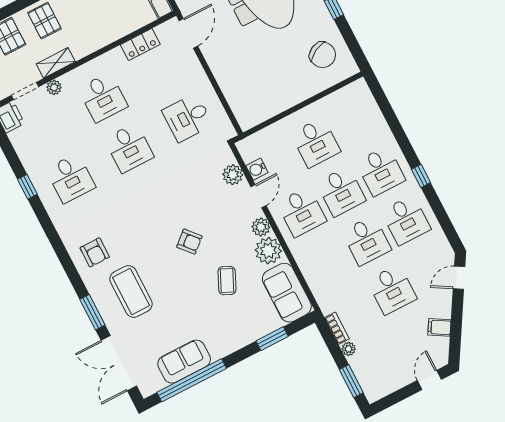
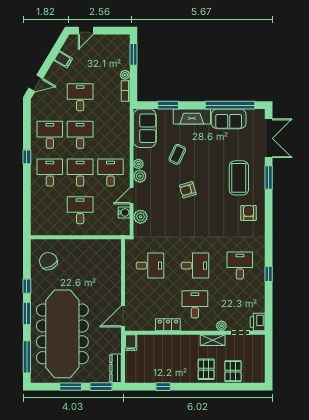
locker: (140, 44) -> (168, 325), moved
desk: (129, 148) -> (195, 266), turned 90
armchair: (189, 242) -> (188, 190), turned -65
plant: (268, 251) -> (138, 164), width x0.53, depth x0.53
fireplace: (234, 340) -> (192, 116), added

